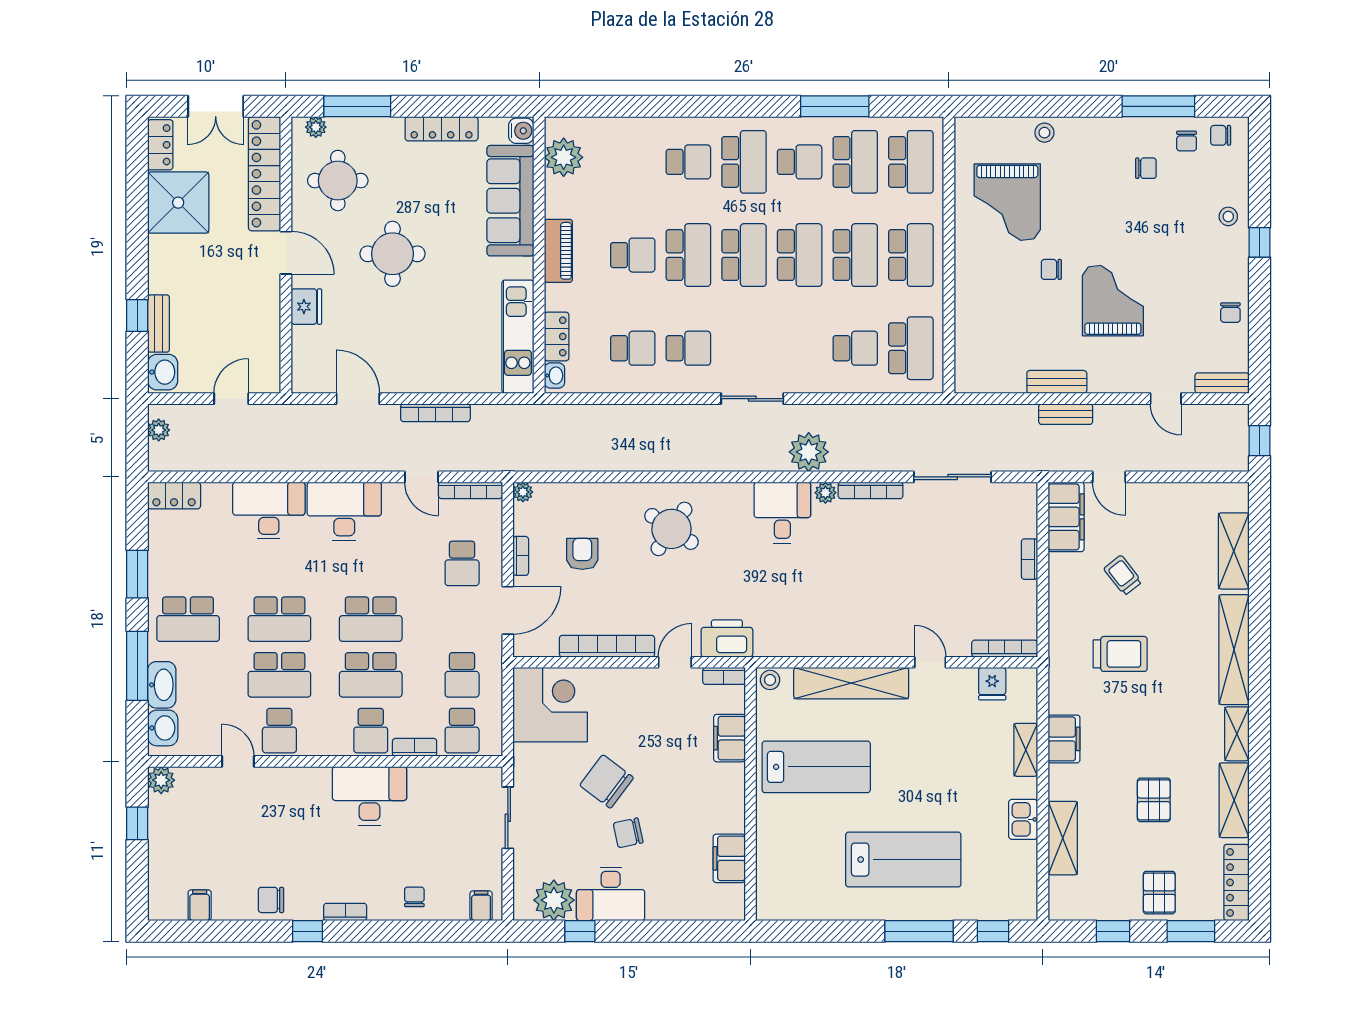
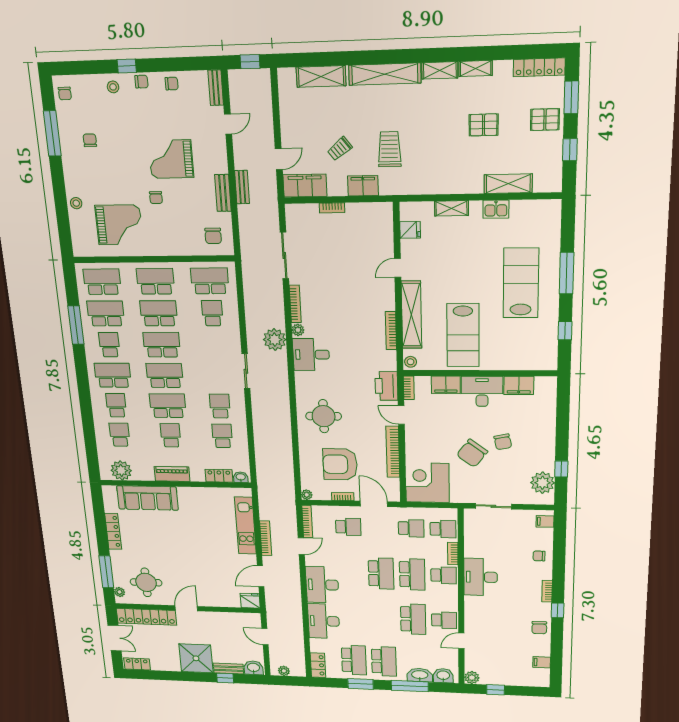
water cooler: (521, 131) -> (109, 492), removed
chair: (1187, 141) -> (141, 82), moved
school desk: (633, 162) -> (120, 435), added
shower: (178, 203) -> (196, 658), moved
round table: (393, 254) -> (182, 557), removed
fridge: (306, 307) -> (250, 601), moved
kitchen unit: (518, 337) -> (245, 526), moved, turned 90
chair: (987, 360) -> (213, 236), added
round table: (671, 529) -> (324, 416), turned -34
armchair: (582, 554) -> (340, 464), width x1.88, depth x1.88
school desk: (279, 619) -> (354, 660), moved
bookcase: (1005, 649) -> (391, 331), moved
filing cabinet: (1064, 739) -> (363, 186), moved
lab bench: (816, 767) -> (463, 335), turned 180
shelving: (1234, 800) -> (476, 68), width x0.67, depth x0.75
desk: (611, 894) -> (482, 391), moved, turned -90
window: (993, 931) -> (565, 331), moved

